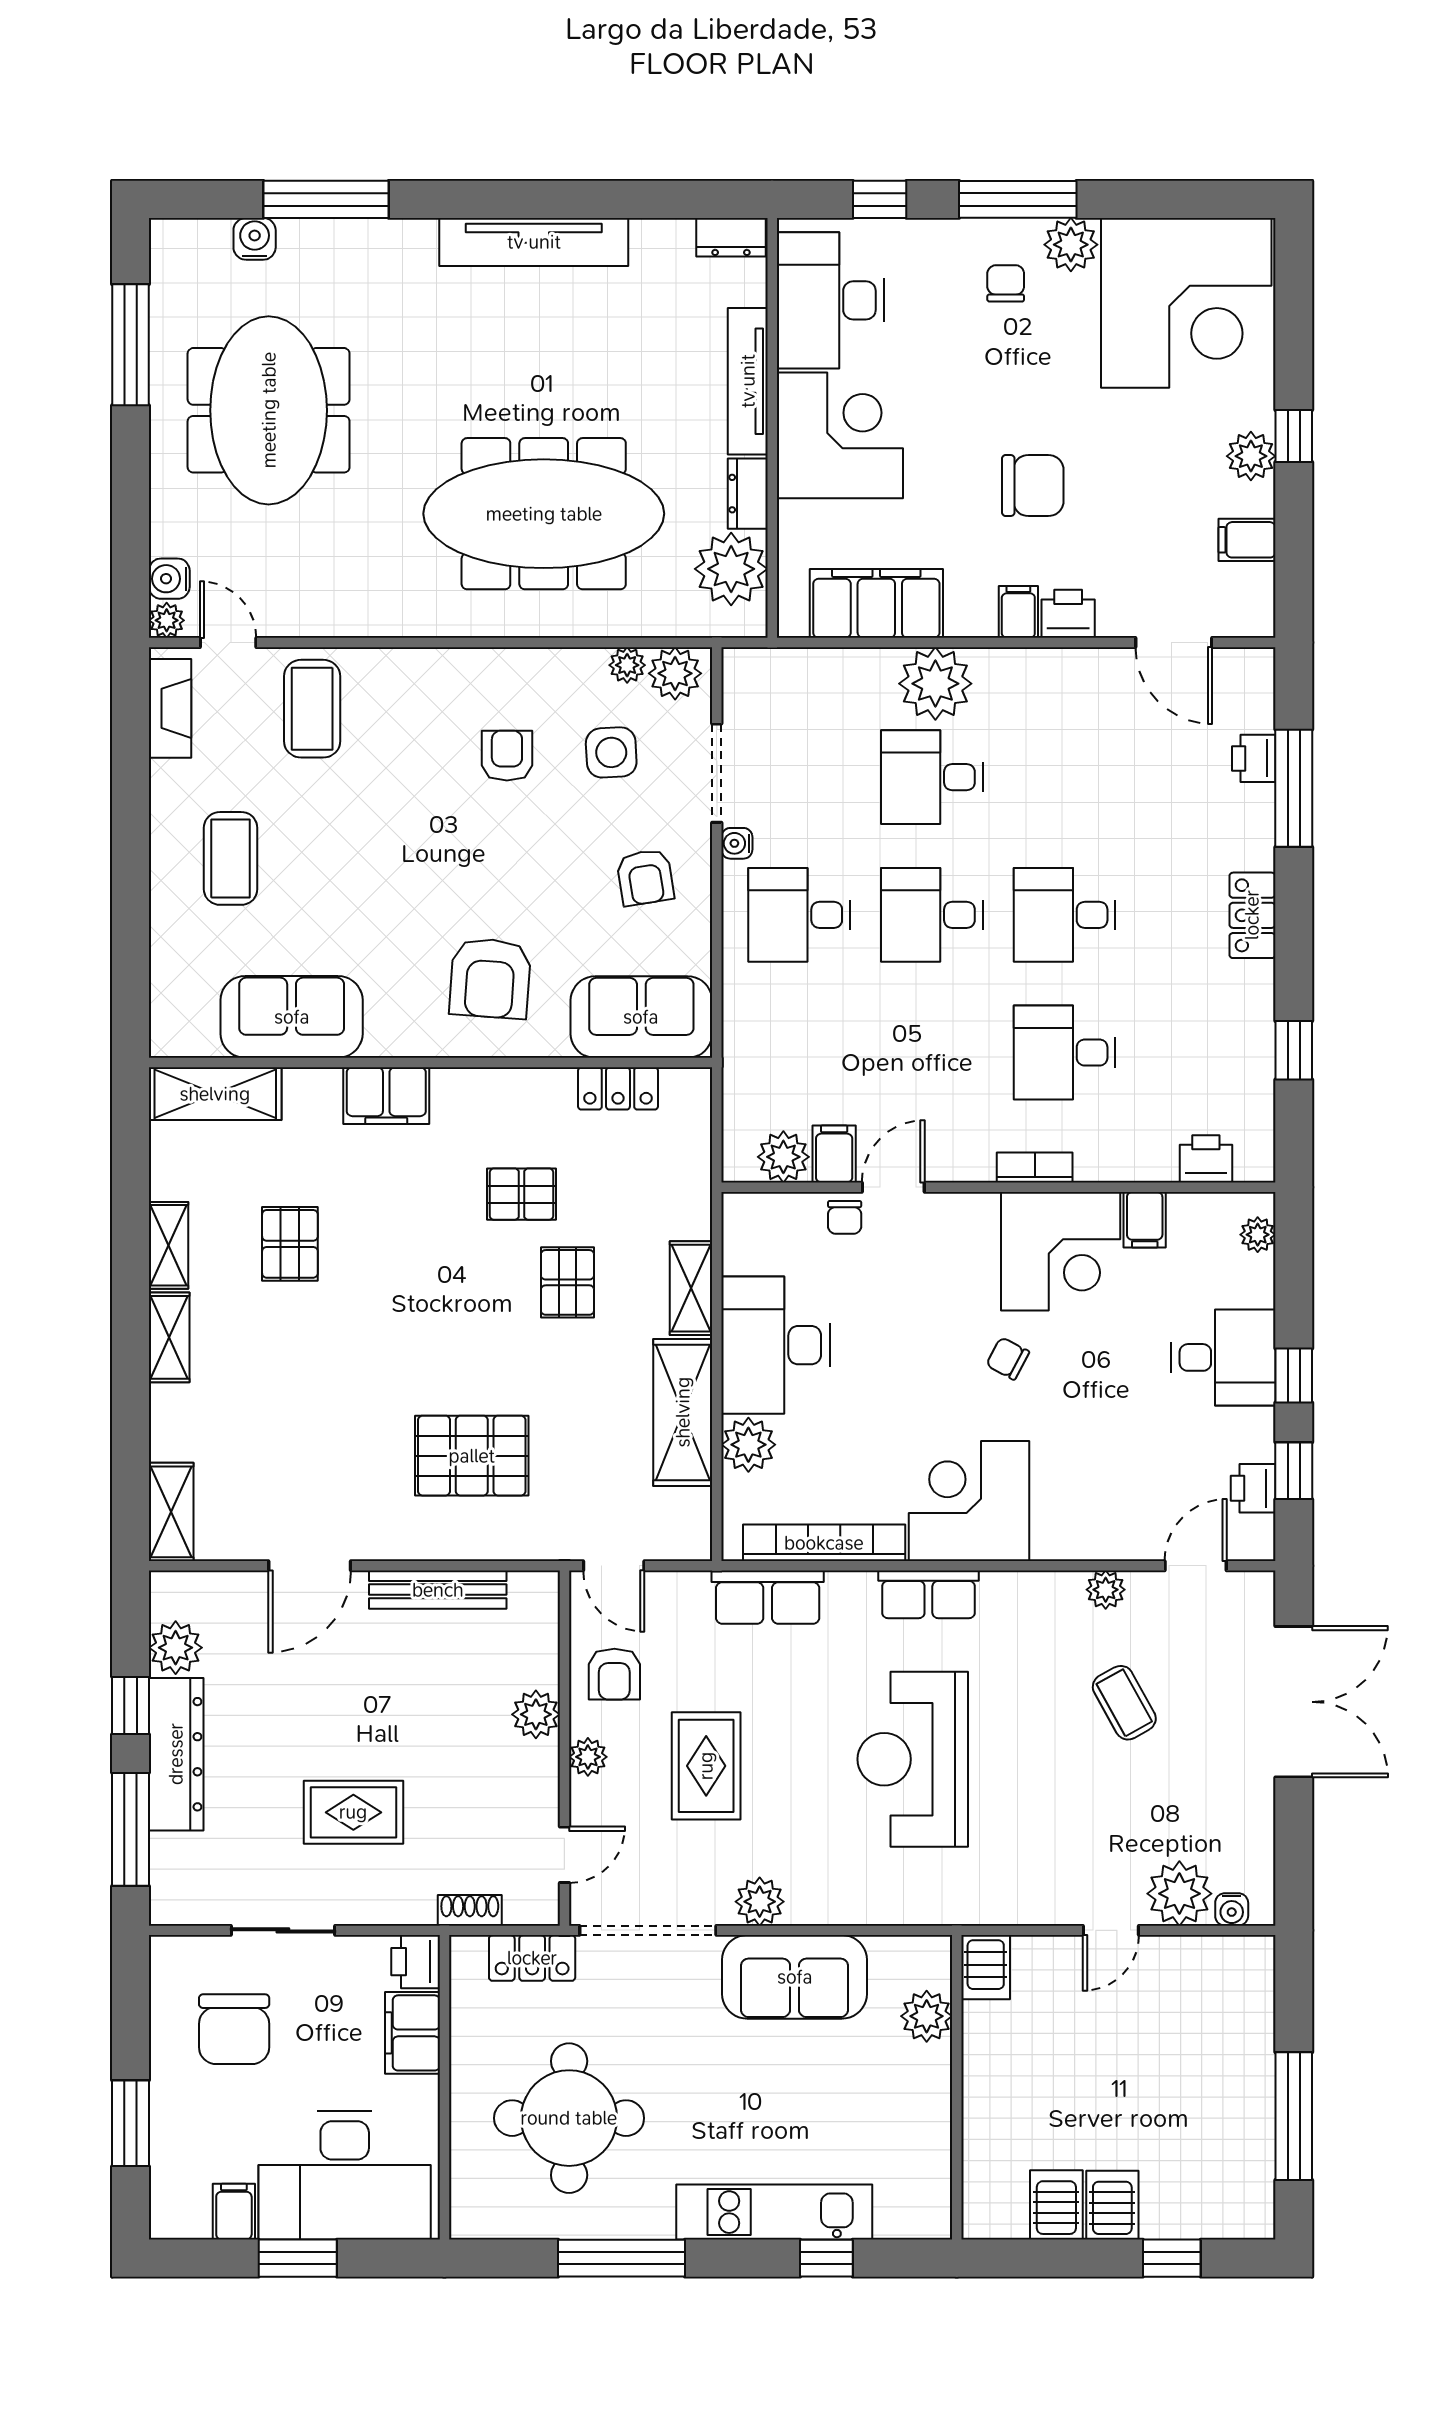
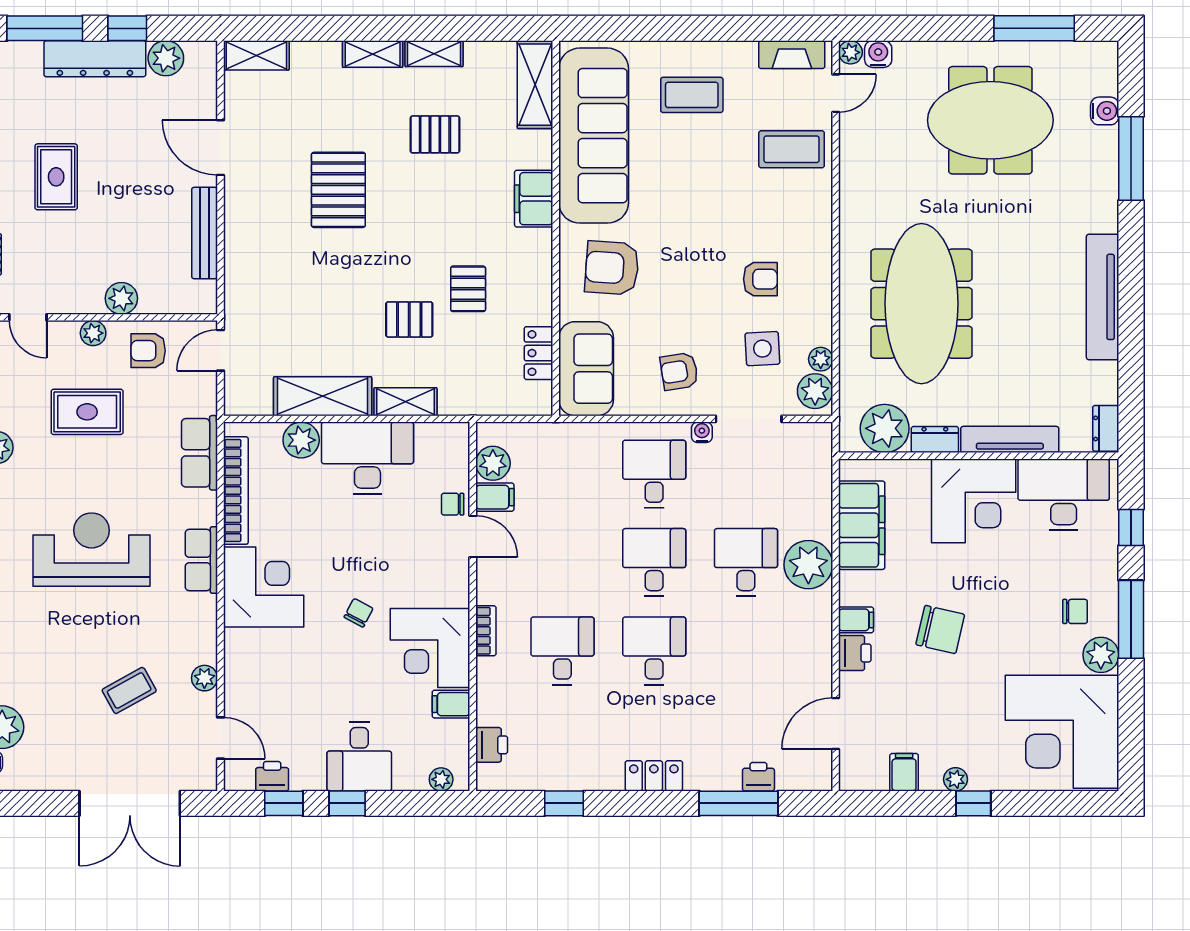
plant: (1251, 456) -> (956, 779), width x0.73, depth x0.73
chair: (1033, 486) -> (940, 630), turned -77
sofa: (292, 1017) -> (594, 136), width x1.85, depth x1.27
pallet: (472, 1456) -> (338, 190), moved

